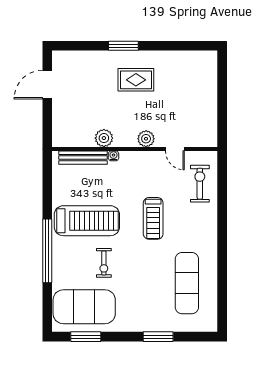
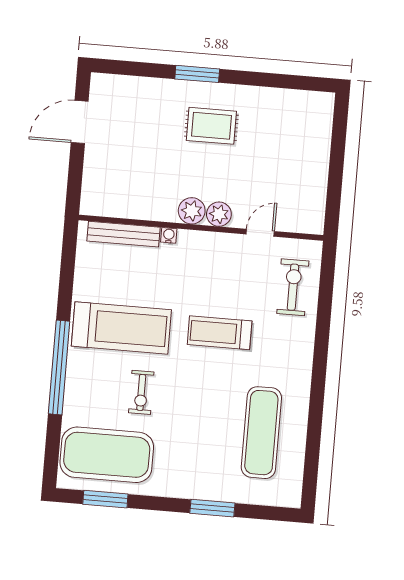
plant: (104, 138) -> (192, 211), moved
door: (175, 149) -> (260, 233), swing flipped
treadmill: (153, 218) -> (220, 333), turned 90

